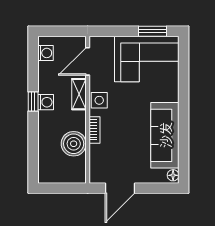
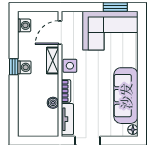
boiler: (74, 144) -> (53, 103), width x0.54, depth x0.54
tv unit: (96, 163) -> (67, 119), added

